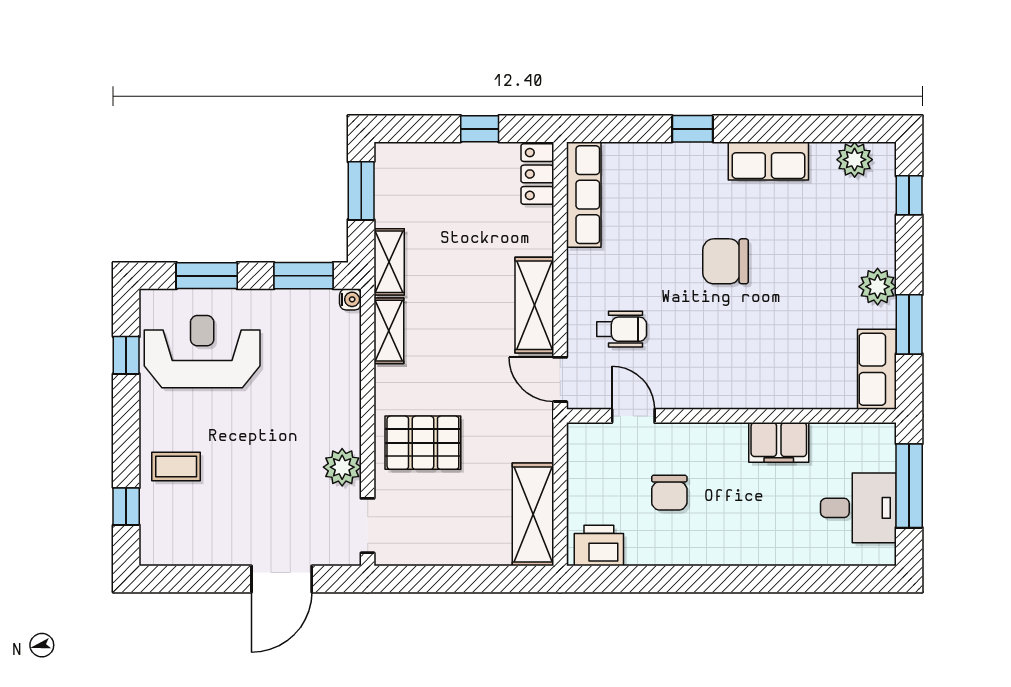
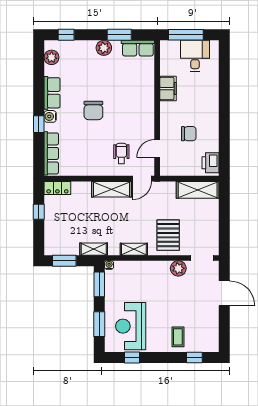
water cooler: (711, 156) -> (50, 116), added
row of seats: (584, 195) -> (51, 153), moved, turned 90
shelving: (389, 331) -> (134, 249), moved

